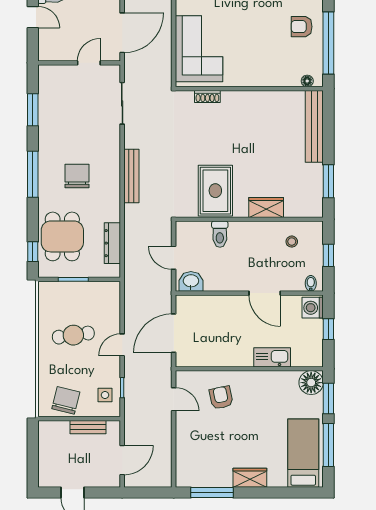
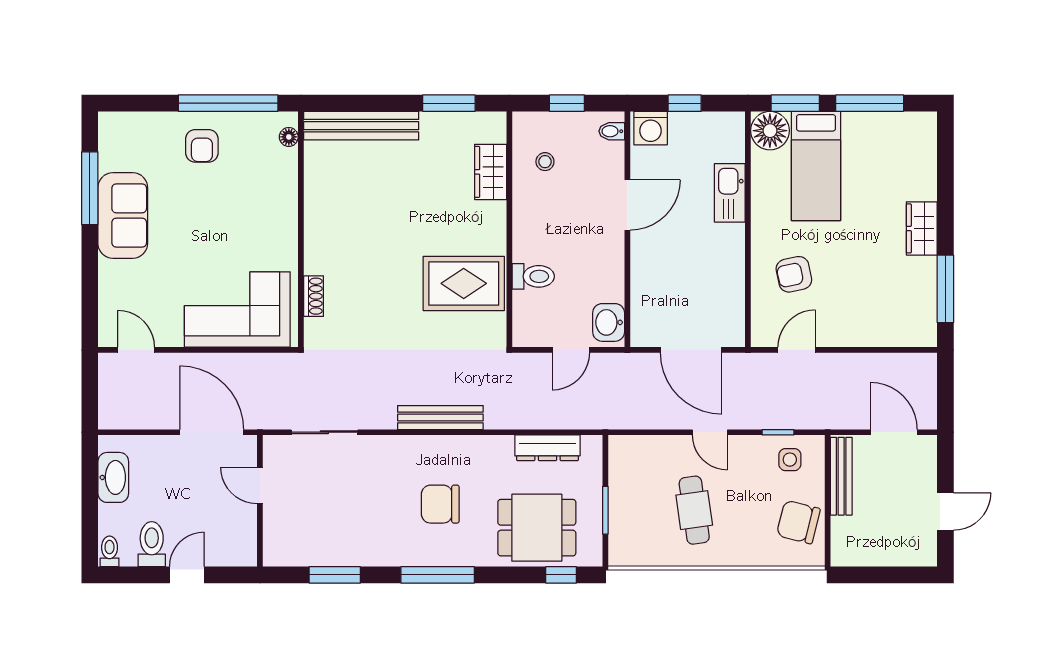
wardrobe: (266, 207) -> (491, 172), moved
bench: (88, 427) -> (841, 476), width x1.36
bed: (303, 453) -> (816, 166), moved, turned -90

